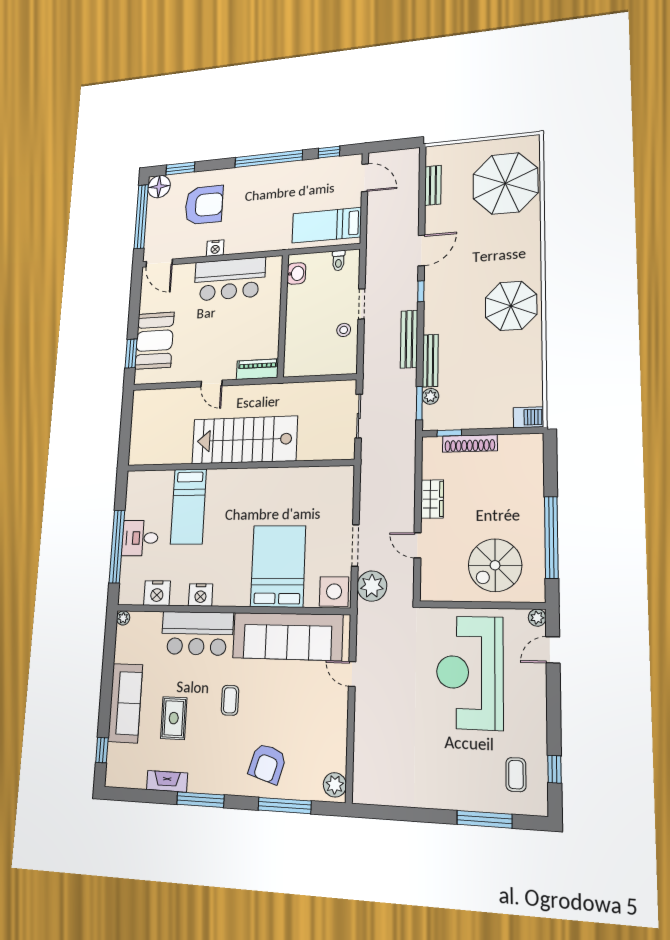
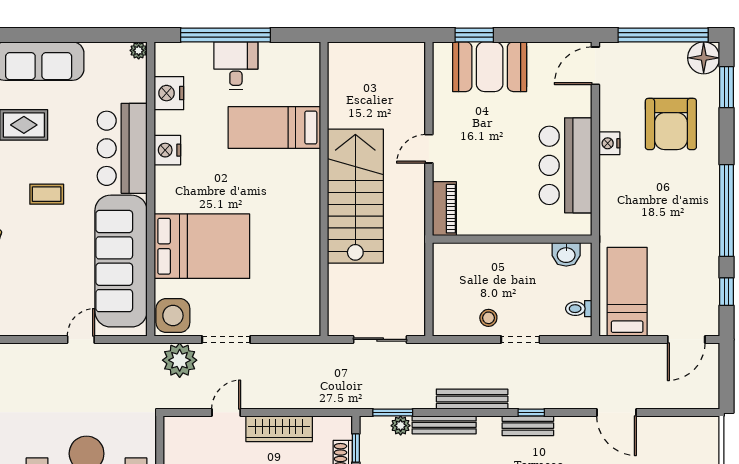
bench: (433, 185) -> (528, 426), moved
door: (421, 250) -> (617, 412), moved
wardrobe: (432, 499) -> (279, 429), width x1.50

